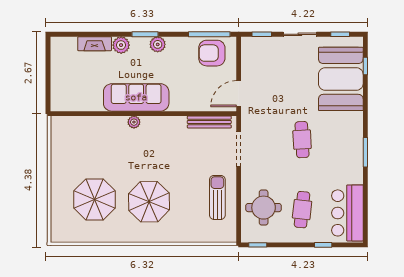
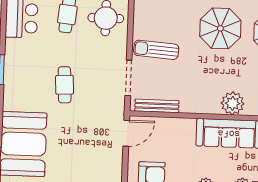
plant: (134, 122) -> (233, 103), width x1.87, depth x1.87
sun lounger: (217, 197) -> (156, 50), moved, turned 94

